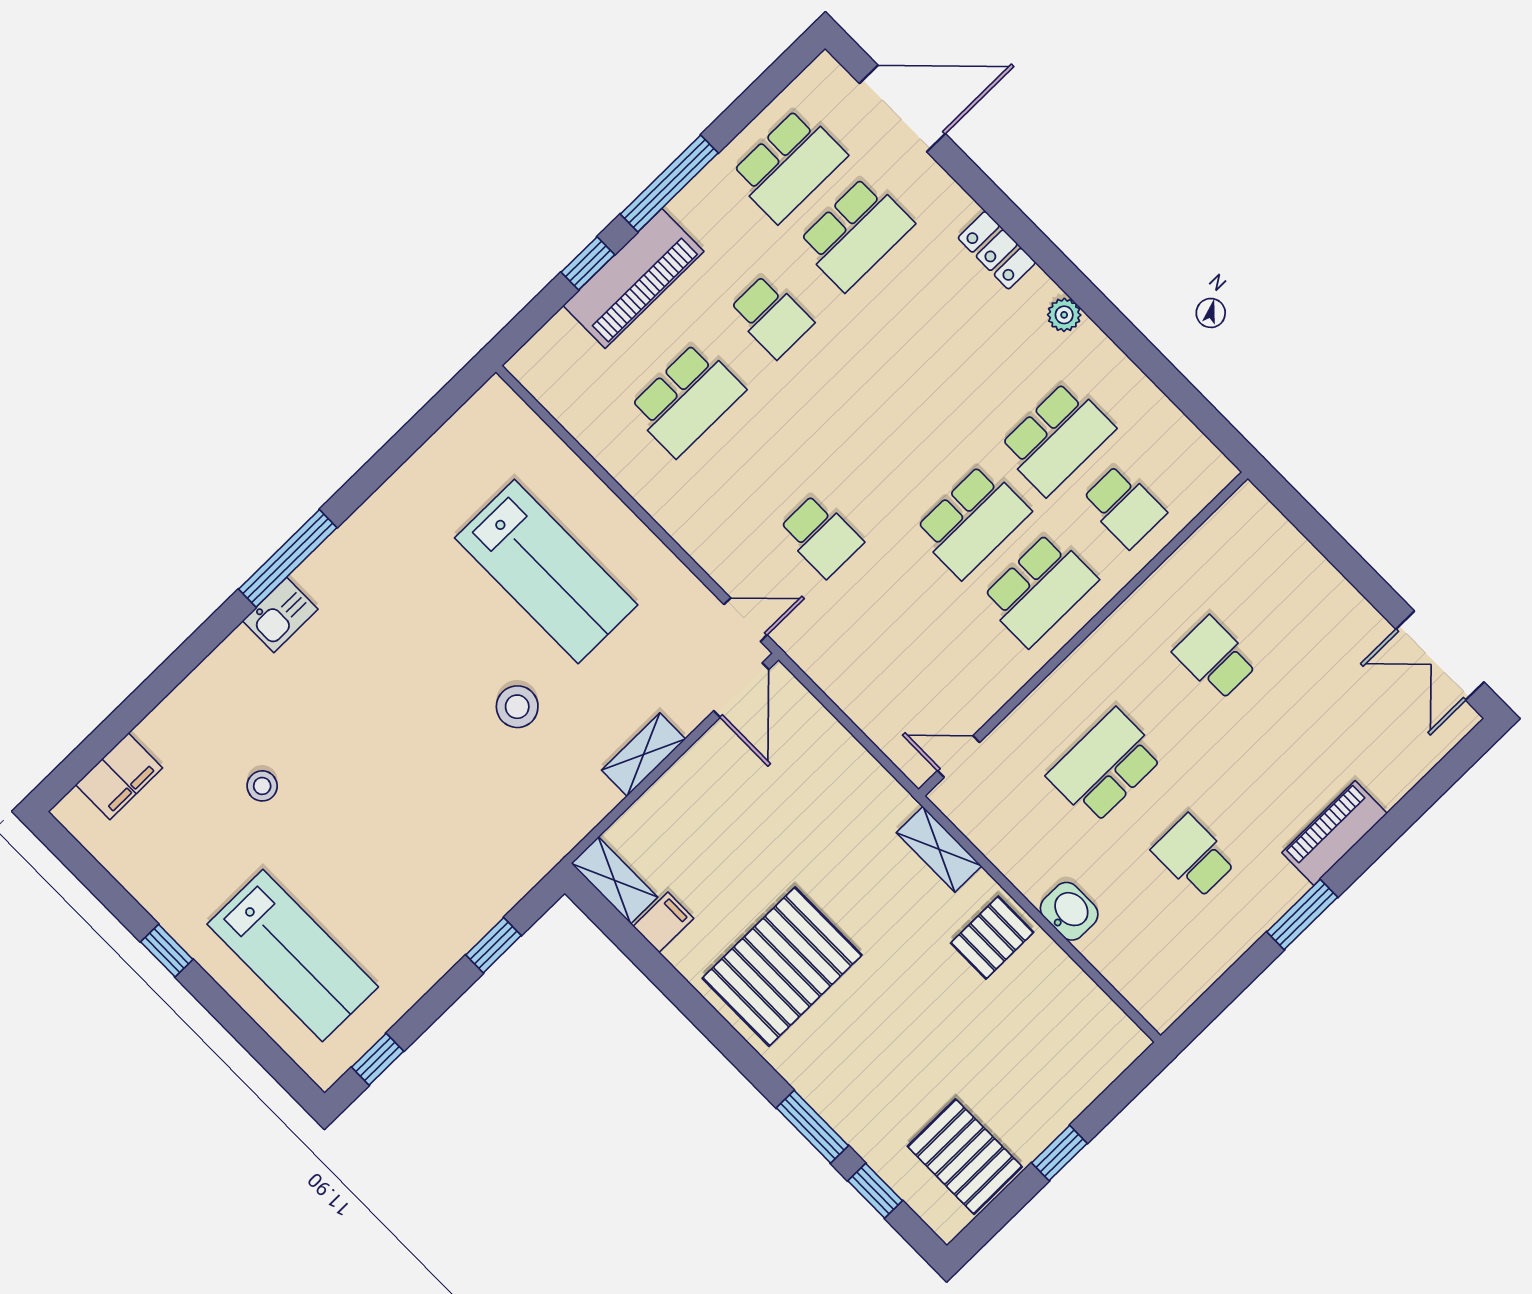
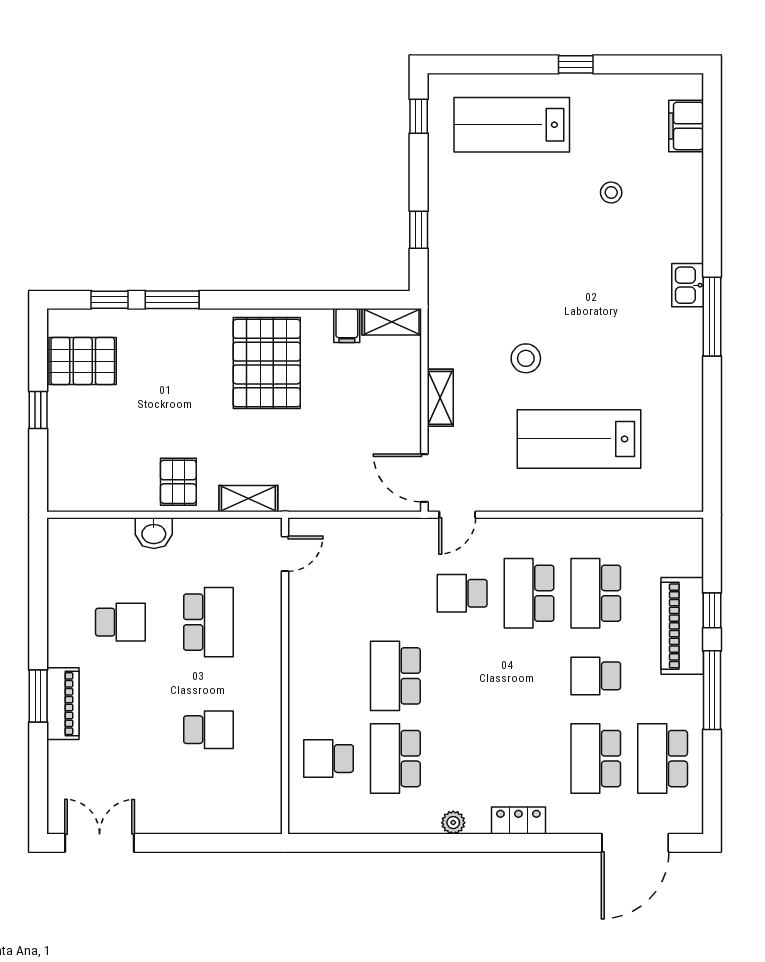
school desk: (1040, 589) -> (529, 593), moved
window: (1302, 915) -> (38, 696), moved

